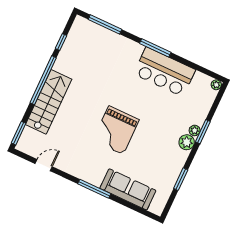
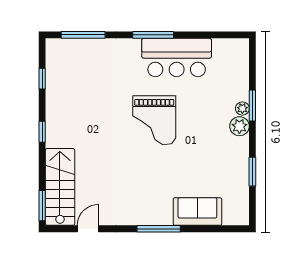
window: (43, 80) -> (42, 132), width x0.32
plant: (216, 85) -> (243, 45), removed
stairs: (49, 102) -> (60, 187), moved
grand piano: (116, 130) -> (154, 120), moved
sofa: (128, 189) -> (197, 212), width x0.73

